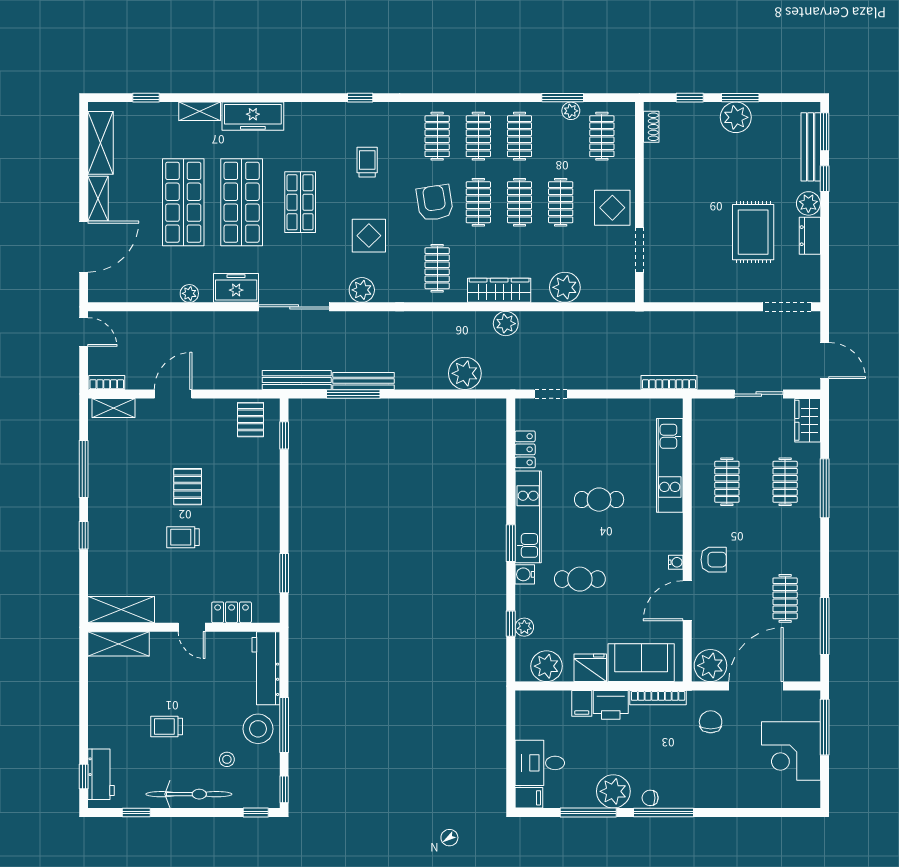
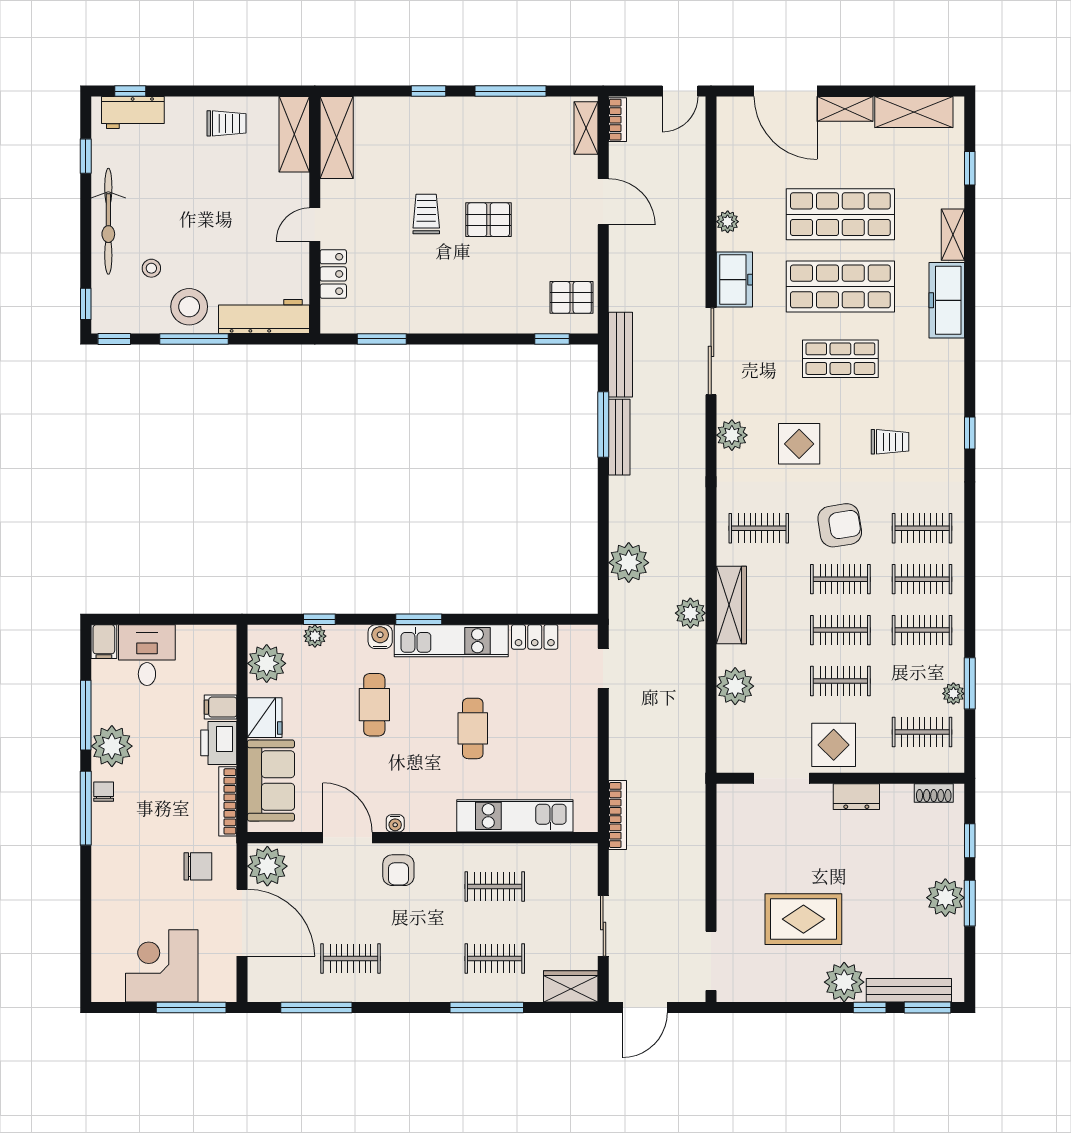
plant: (808, 203) -> (844, 982), width x1.36, depth x1.36
dresser: (810, 236) -> (856, 797), moved, turned 180
trolley: (167, 726) -> (227, 123), moved, turned 90

